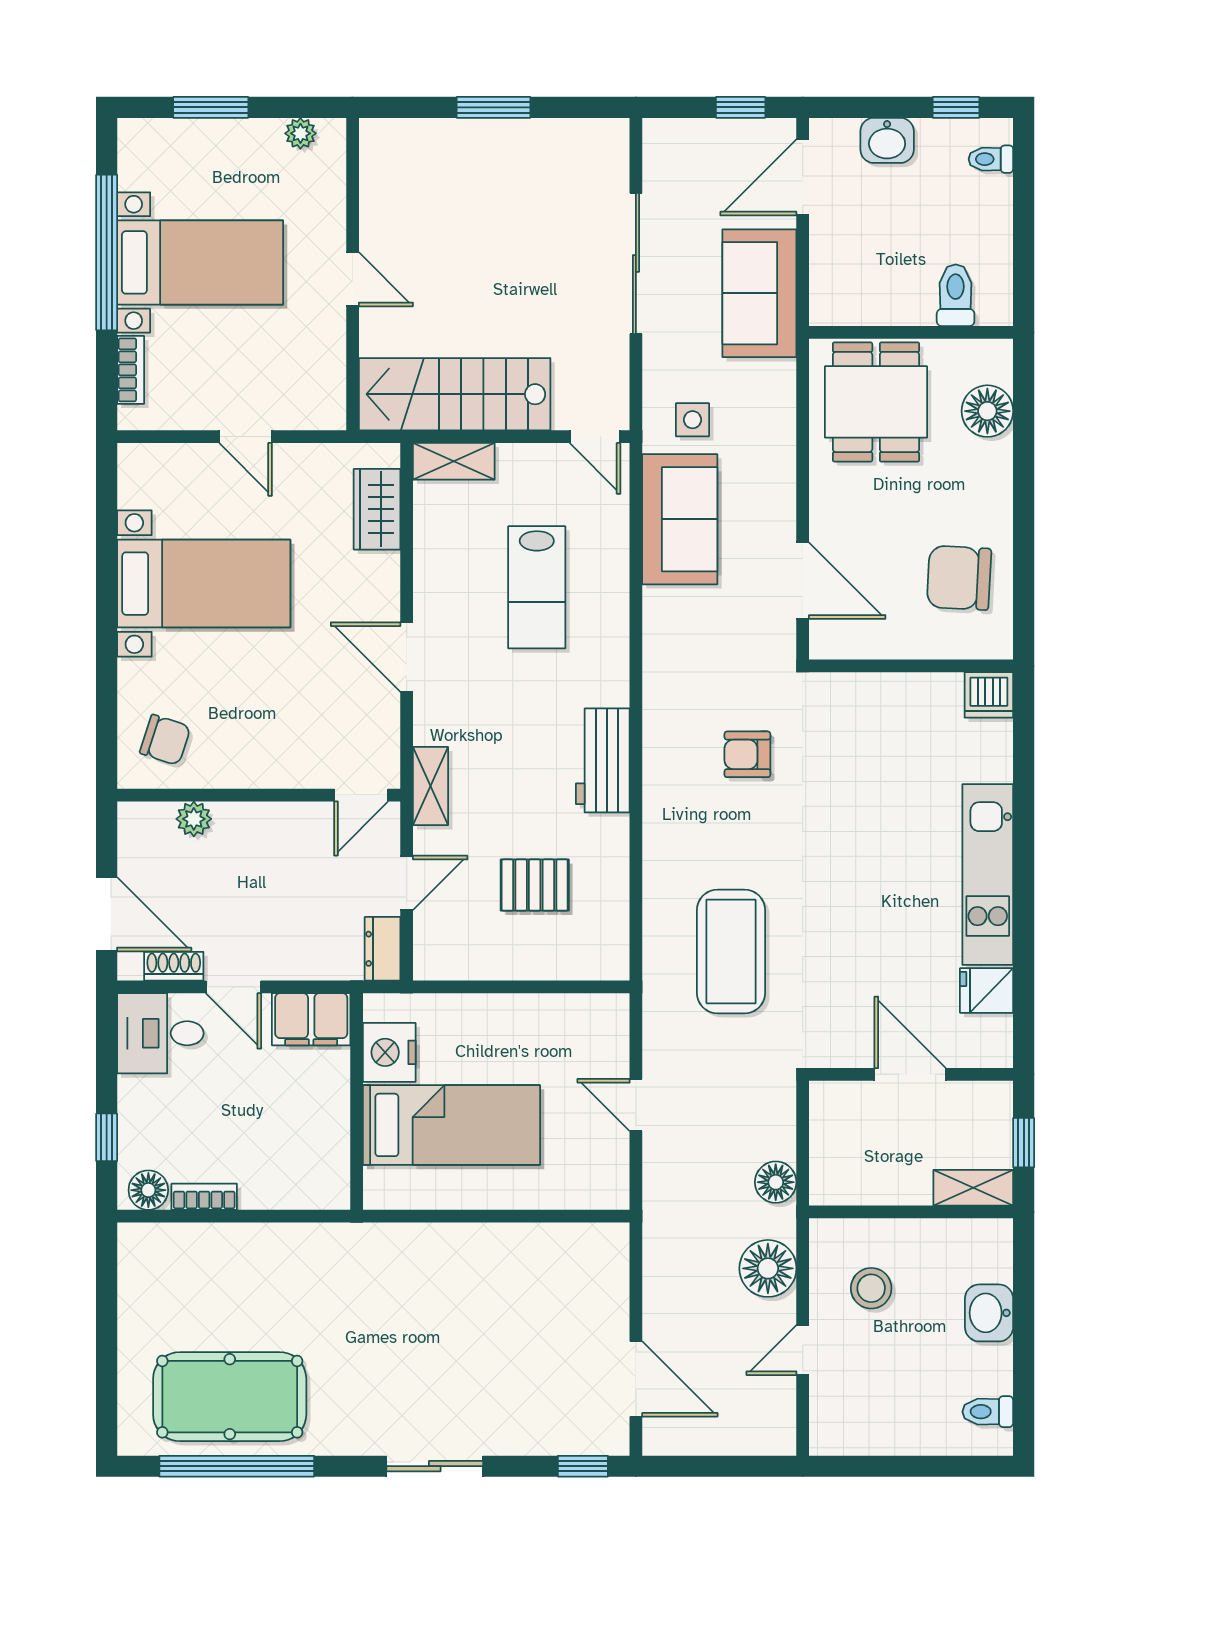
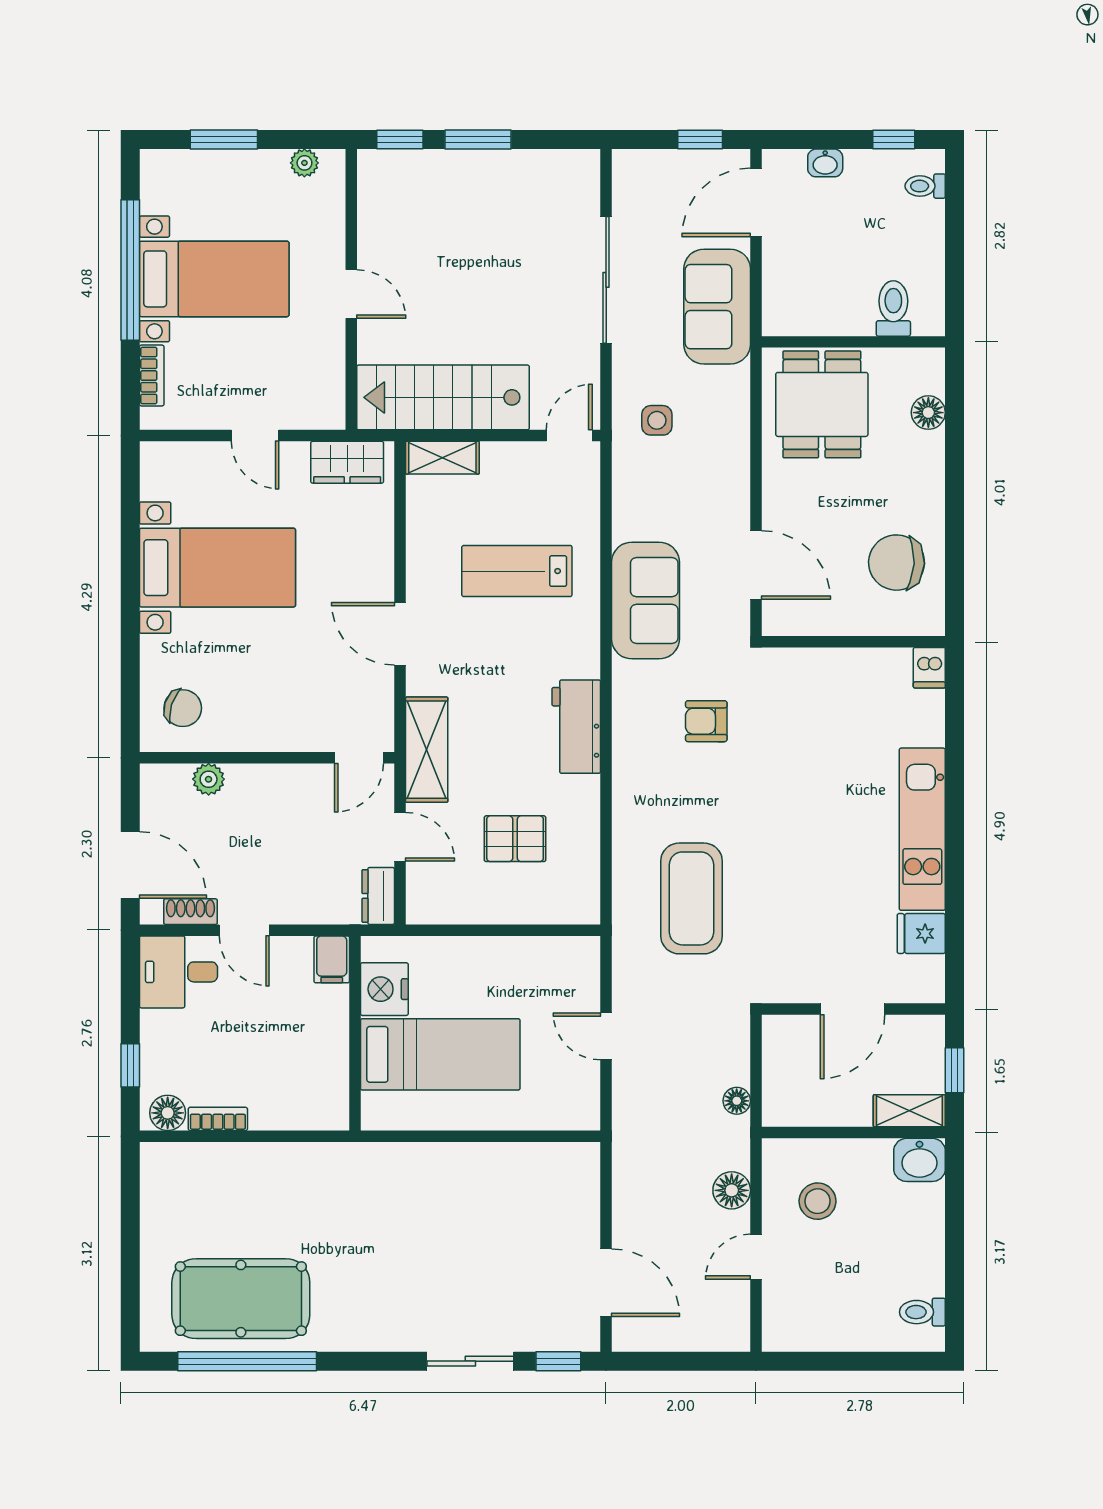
window: (407, 107) -> (400, 140), added
washbasin: (887, 140) -> (825, 163), width x0.72, depth x0.69
floor lamp: (987, 411) -> (928, 413), width x0.73, depth x0.73
door: (595, 437) -> (569, 436), swing flipped
wardrobe: (377, 509) -> (347, 462), moved, turned -90
sofa: (680, 519) -> (645, 601), moved
lab bench: (537, 587) -> (517, 571), turned 90
dishwasher: (989, 695) -> (929, 668), width x0.73
shelving: (431, 786) -> (427, 750), width x1.50, depth x1.33
door: (407, 883) -> (400, 837), hinge flipped
filing cabinet: (311, 1019) -> (332, 959), width x0.50
door: (910, 1074) -> (853, 1009), swing flipped
floor lamp: (776, 1182) -> (737, 1101), width x0.73, depth x0.73
floor lamp: (768, 1268) -> (732, 1190), width x0.73, depth x0.73
washbasin: (989, 1313) -> (919, 1160), moved, turned -90
sliding door: (435, 1466) -> (470, 1361), moved

